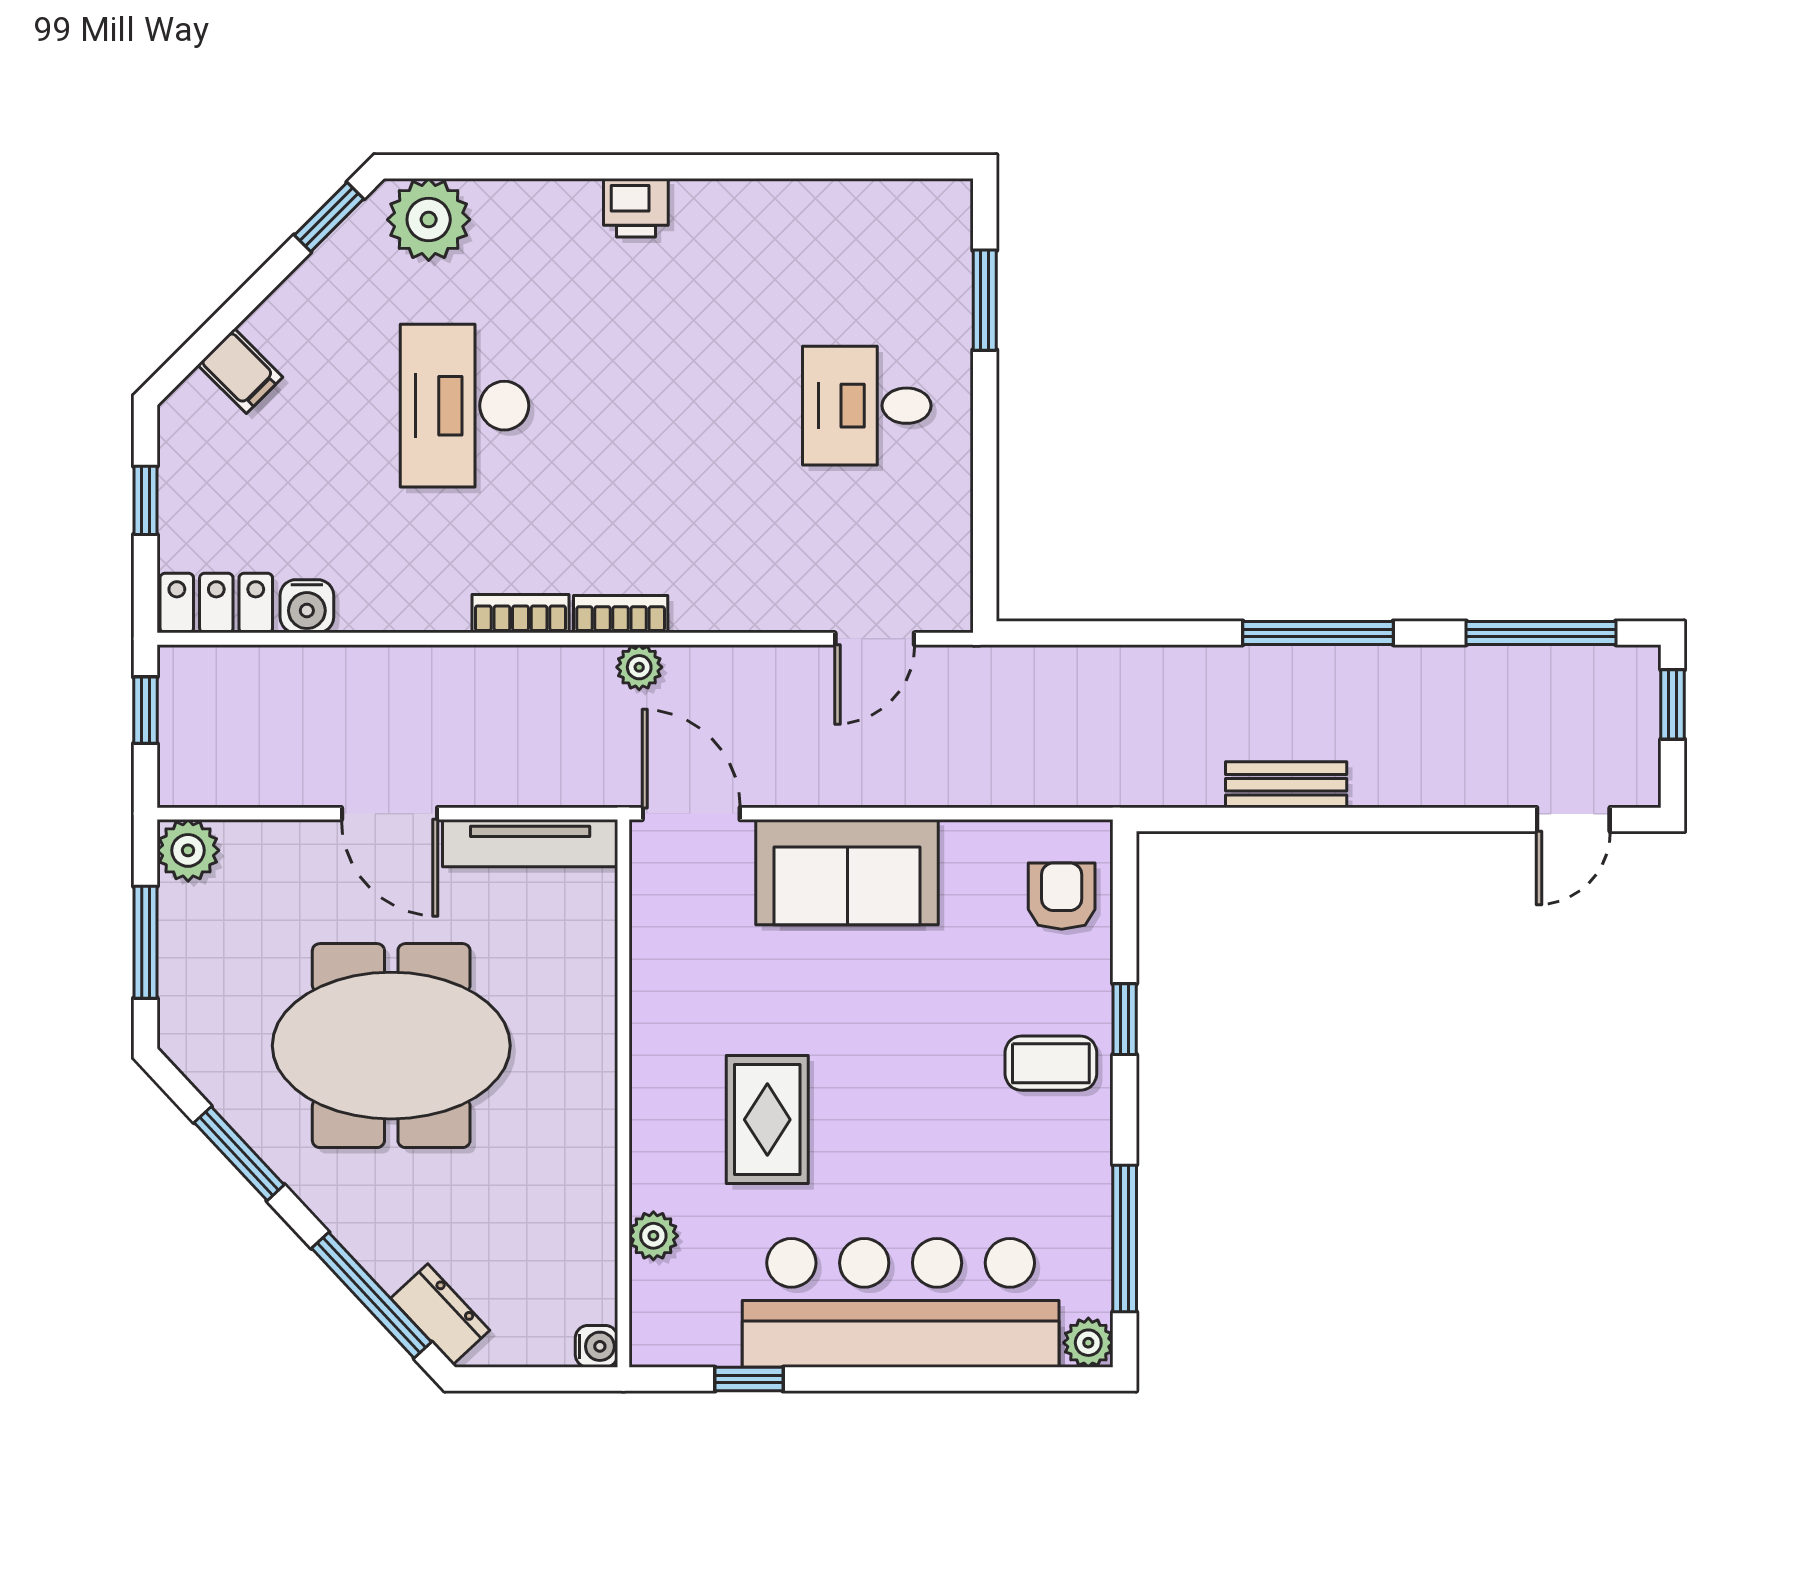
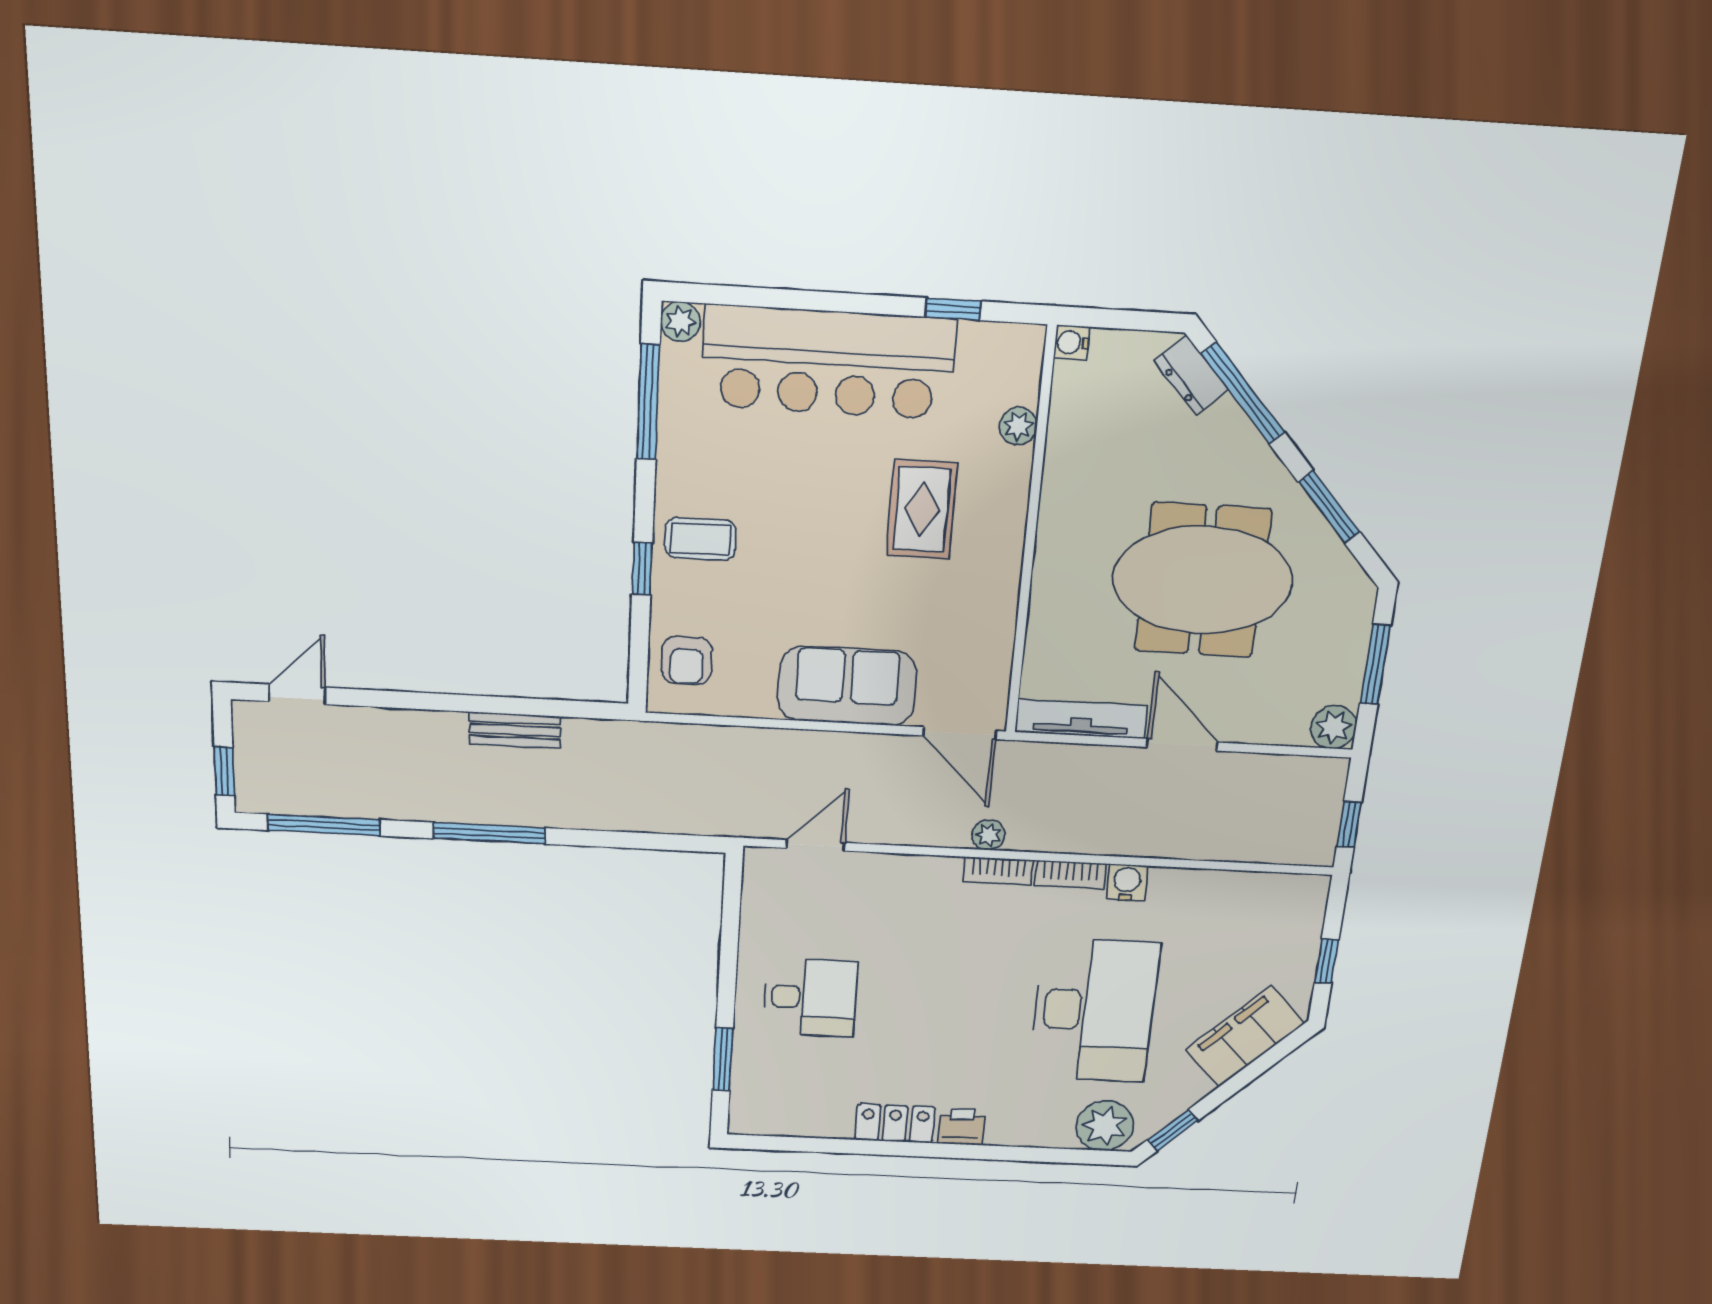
filing cabinet: (240, 371) -> (1245, 1037), width x3.00, depth x1.17
desk: (465, 406) -> (1094, 1010), width x1.36, depth x1.30
locker: (216, 603) -> (895, 1123), moved, turned 180
water cooler: (307, 606) -> (1127, 882), moved

